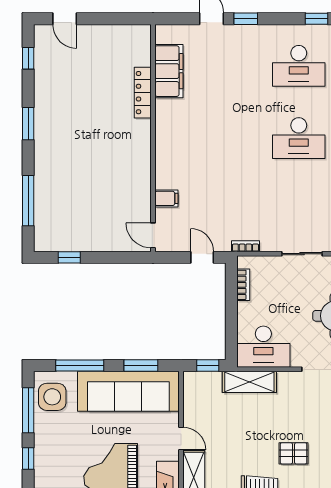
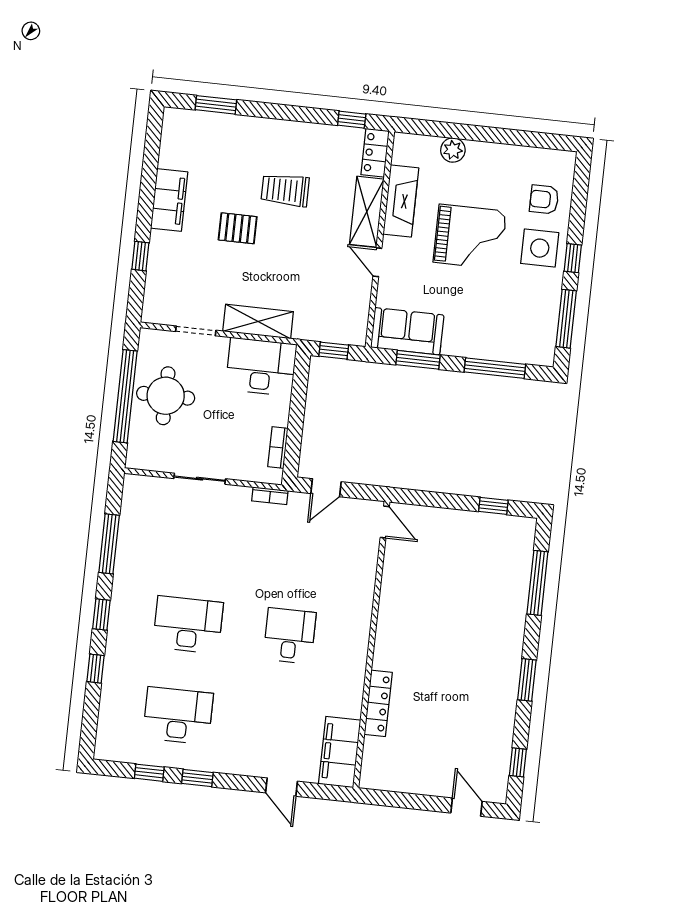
window: (246, 19) -> (197, 778), moved
filing cabinet: (169, 71) -> (340, 752), moved
desk: (218, 138) -> (290, 636), added
filing cabinet: (166, 198) -> (363, 567), removed
door: (202, 257) -> (326, 488), hinge flipped
shelving: (249, 382) -> (258, 322), moved
sofa: (128, 391) -> (407, 331), width x0.54, depth x0.79
side table: (52, 397) -> (540, 248), moved

